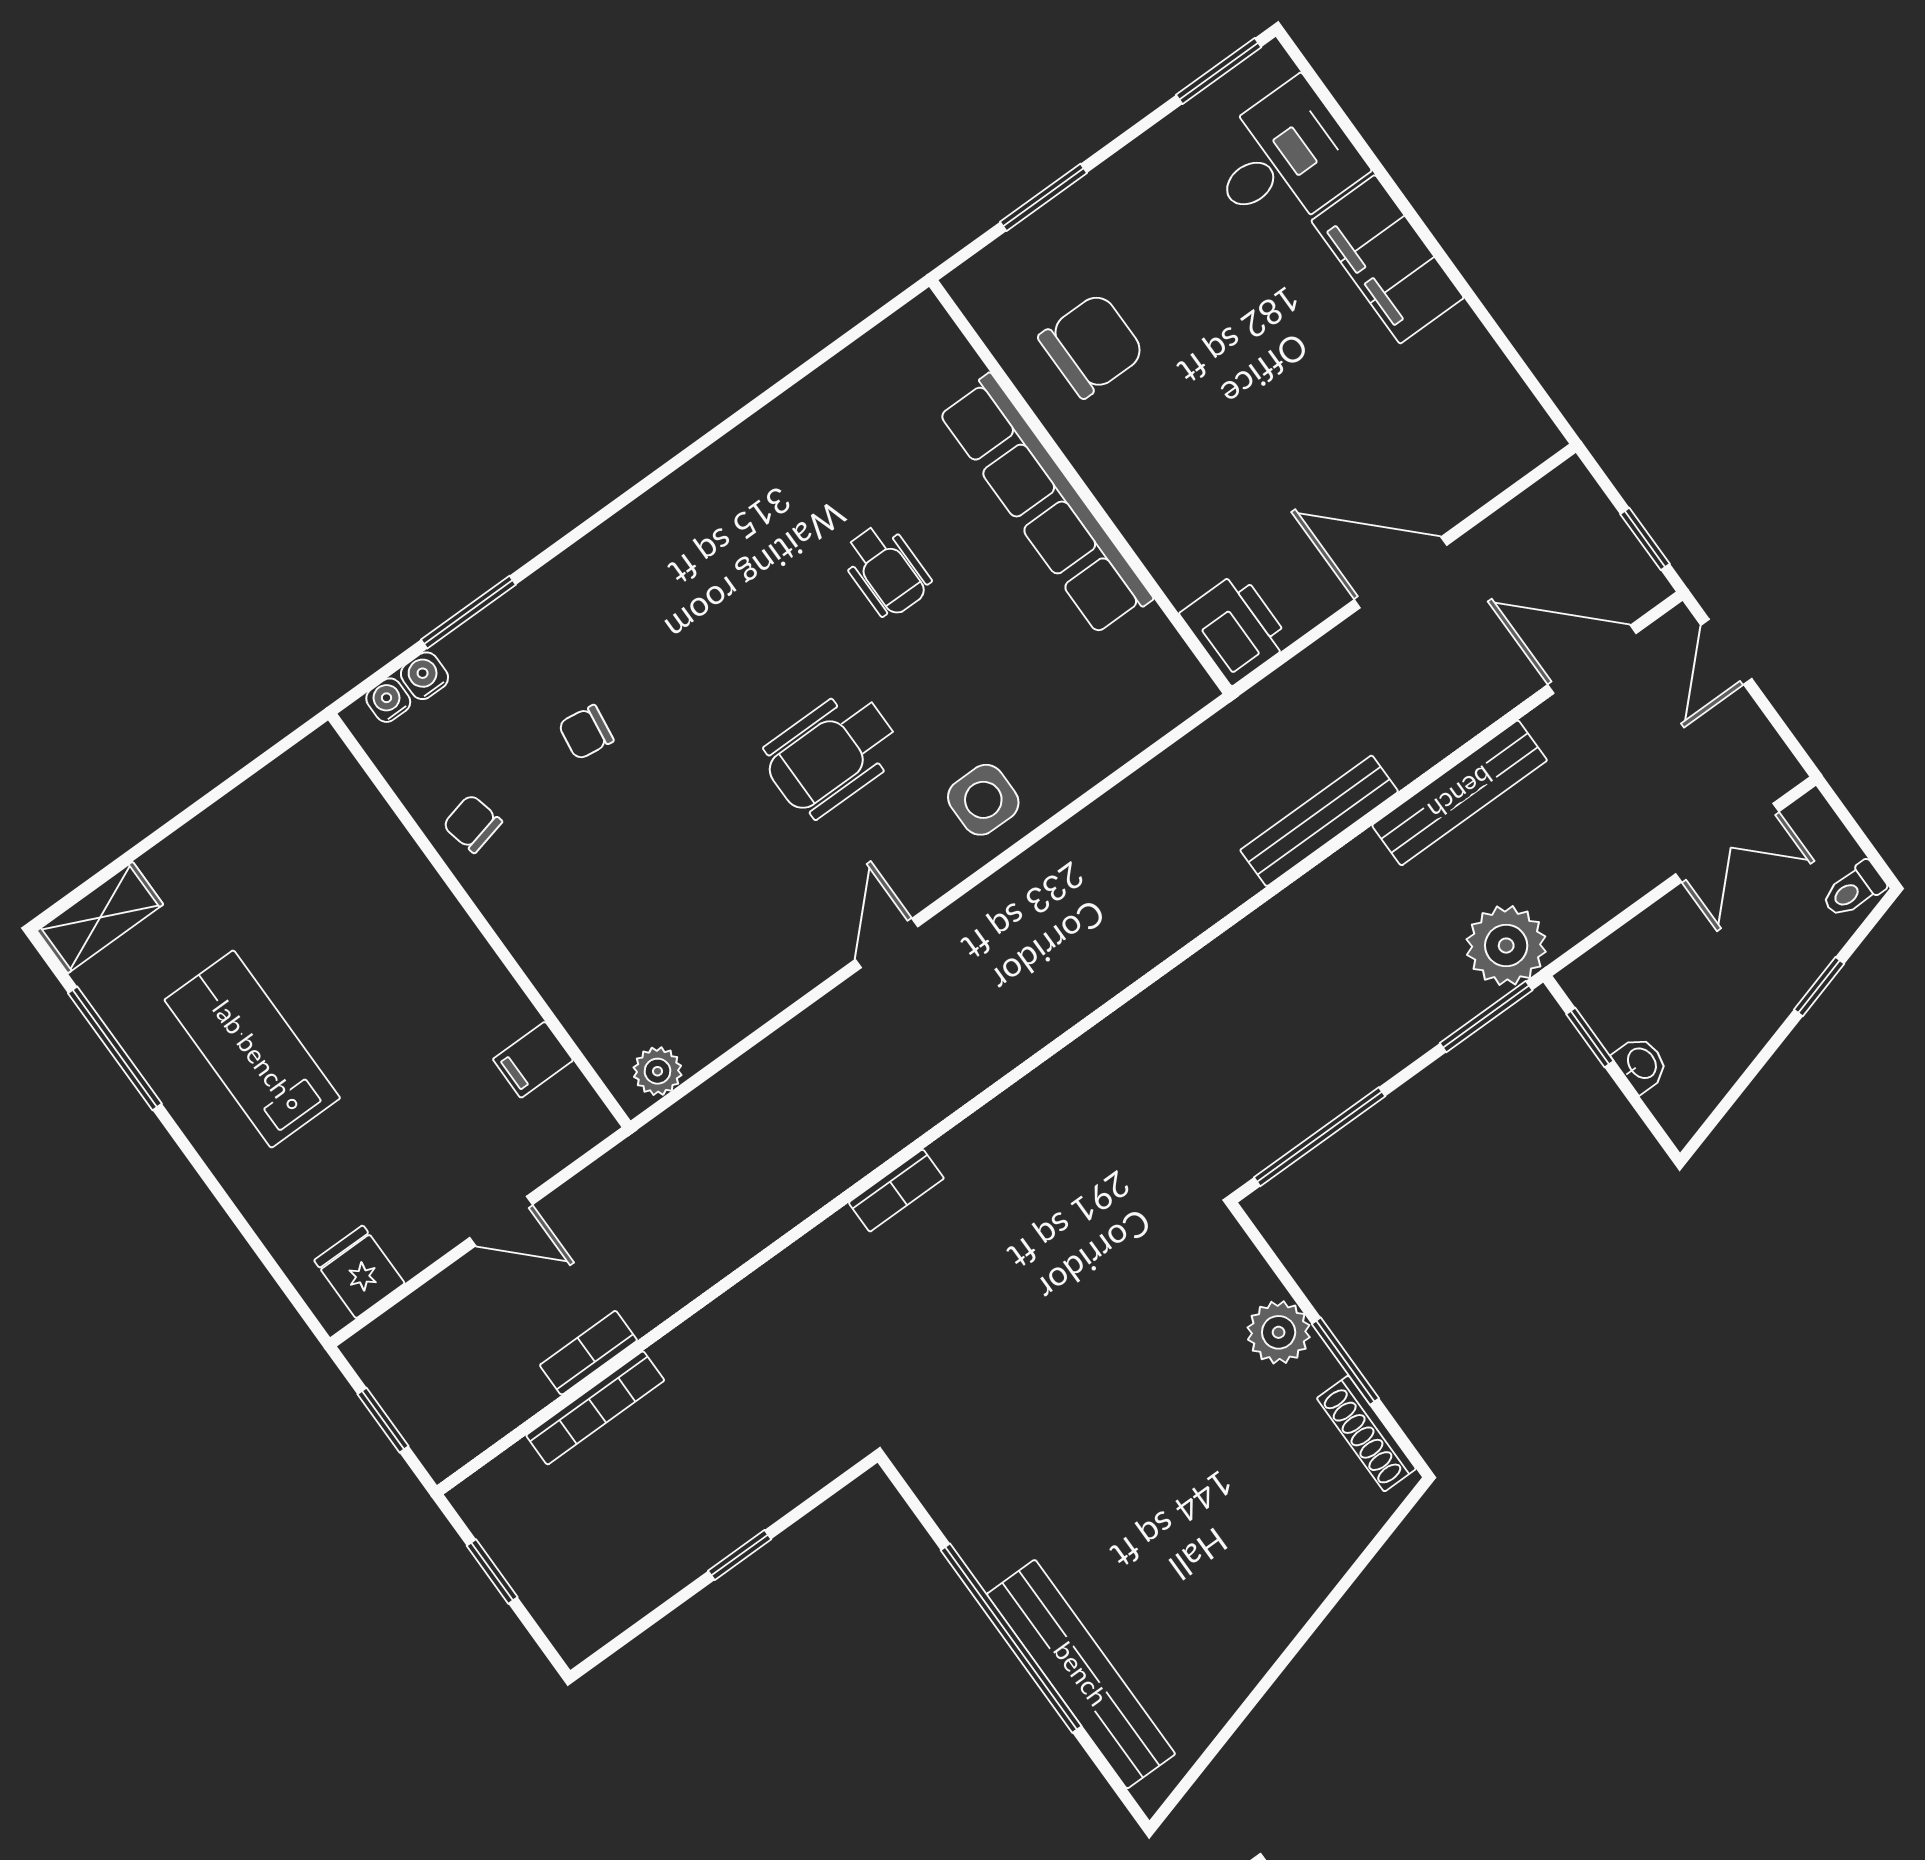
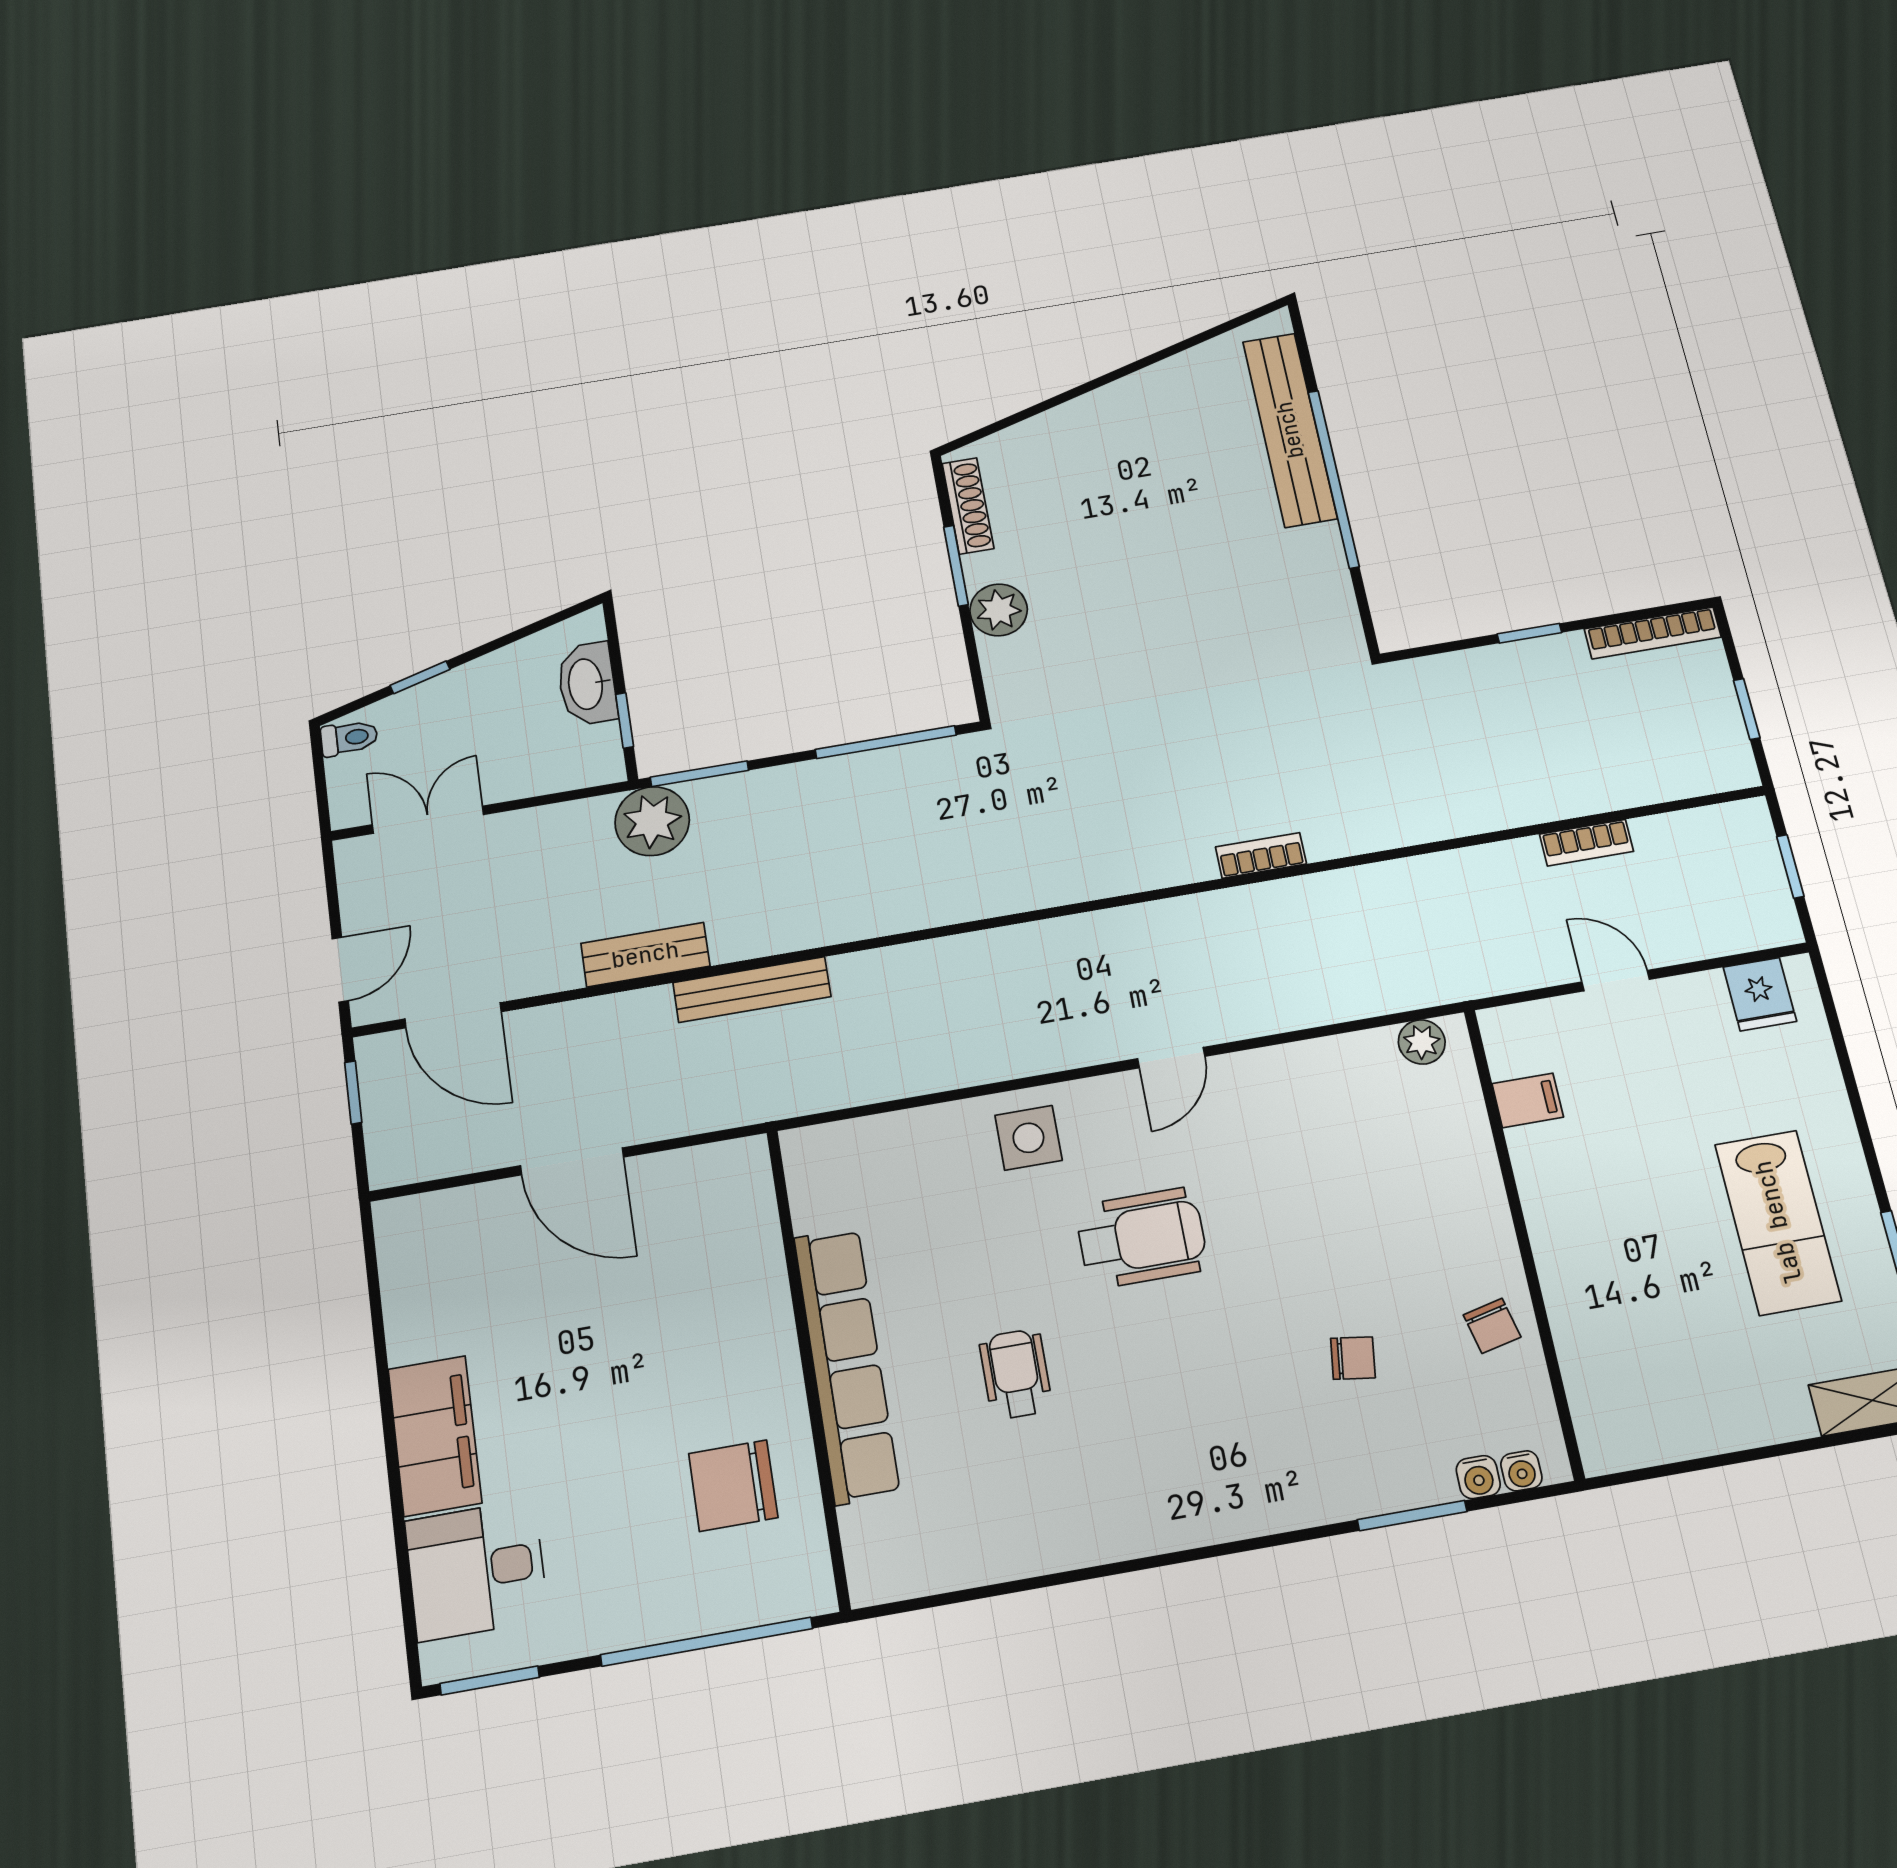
window: (1043, 197) -> (707, 1642), width x2.11
printer: (1236, 628) -> (737, 1181), removed
bench: (1460, 793) -> (645, 955), width x0.73
washbasin: (1641, 1064) -> (587, 684), width x1.91, depth x1.45
bookcase: (595, 1408) -> (1653, 633), moved, turned 180

